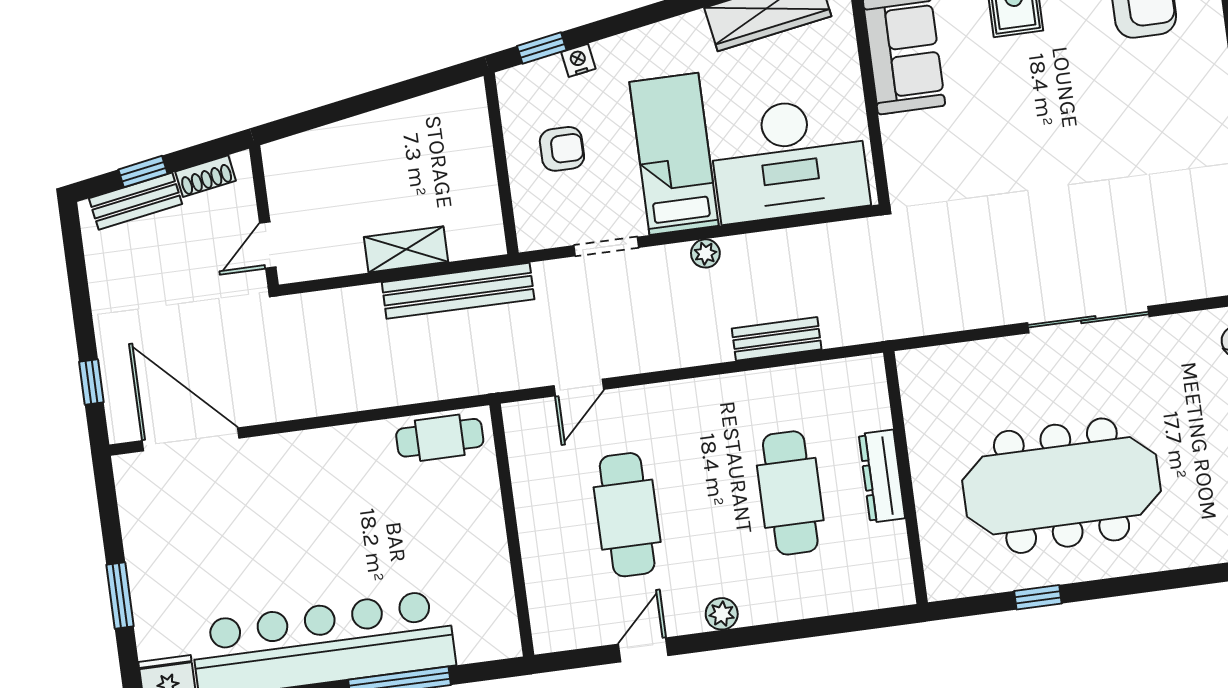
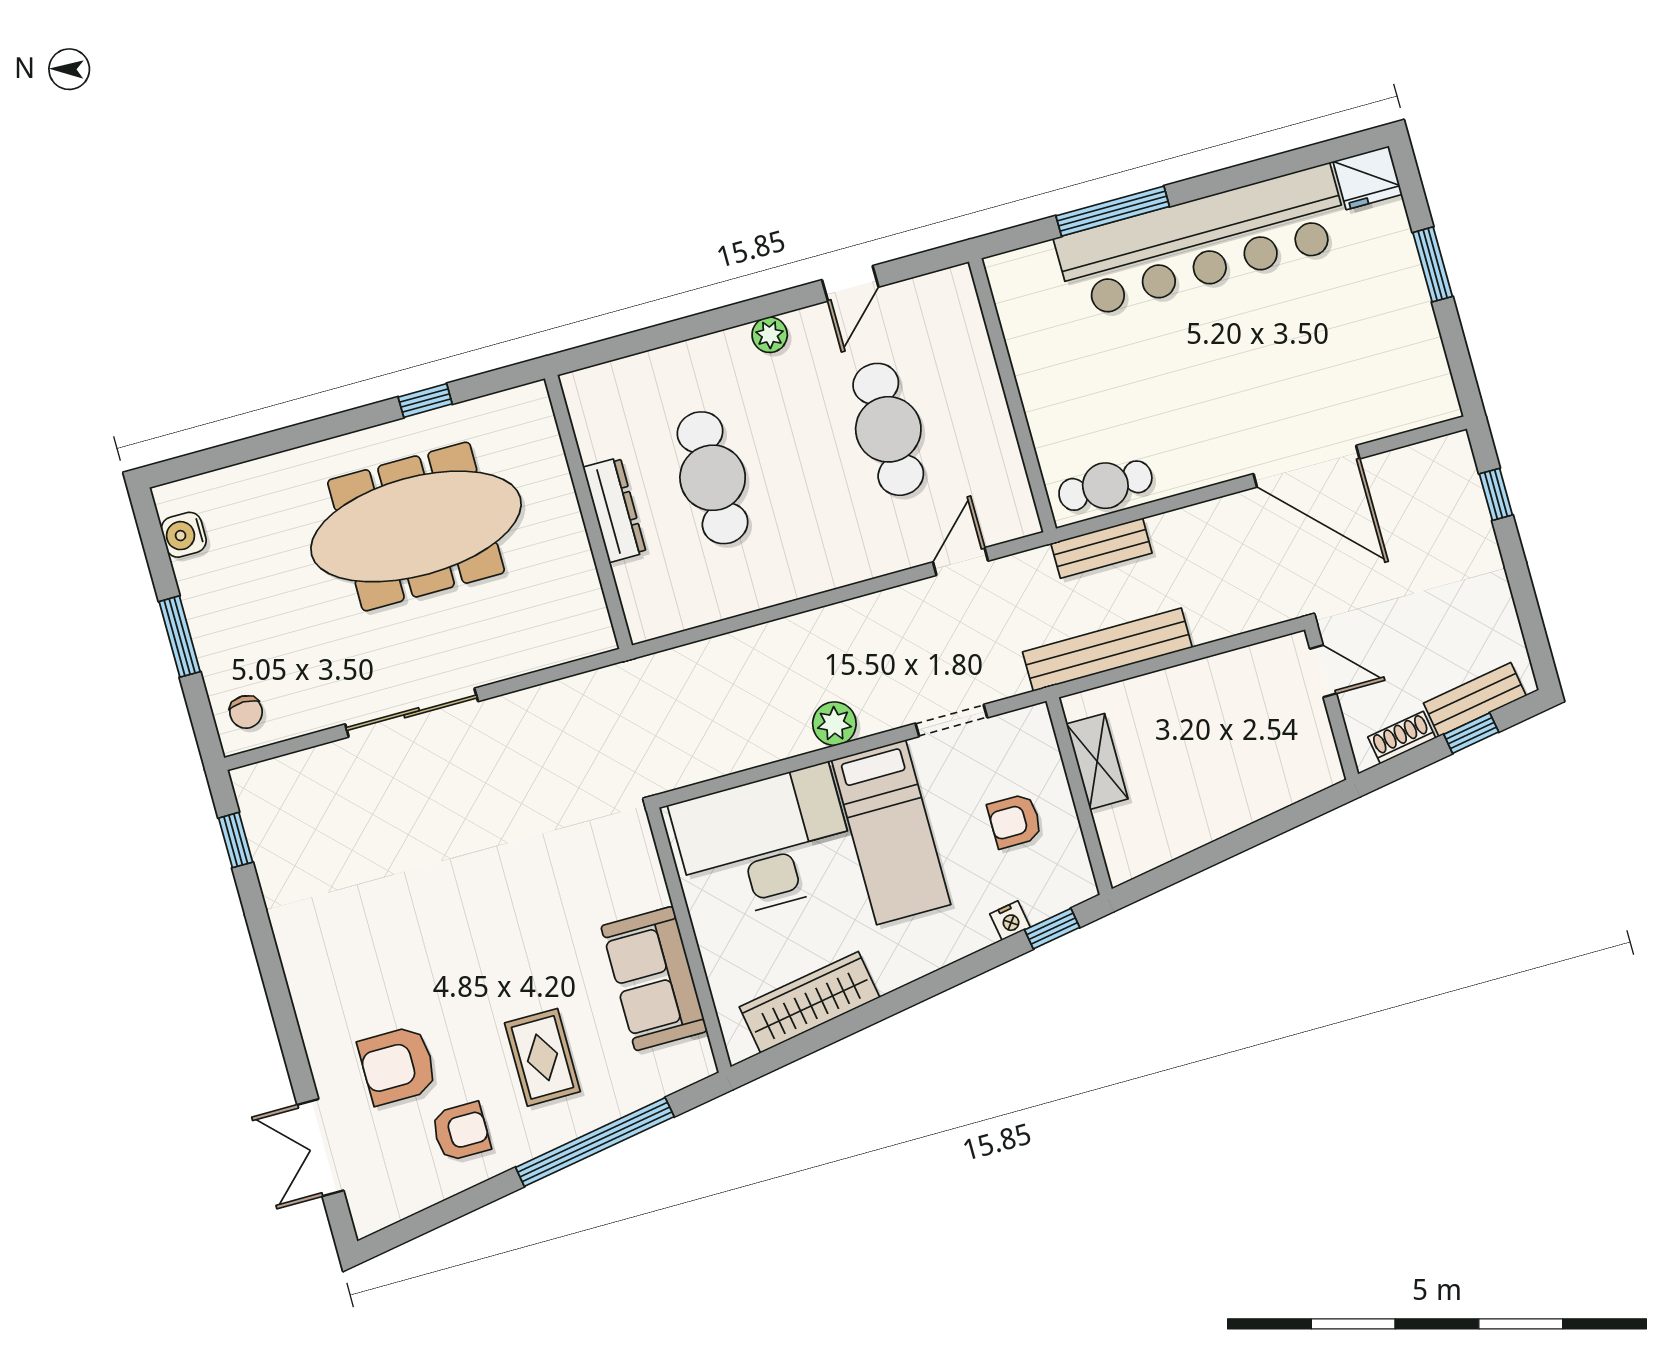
door: (268, 245) -> (1323, 671), hinge flipped
shelving: (406, 249) -> (1097, 761), moved, turned 90
plant: (705, 253) -> (834, 724), width x1.38, depth x1.38
bench: (777, 339) -> (1101, 548), moved
door: (191, 439) -> (1307, 466), moved

